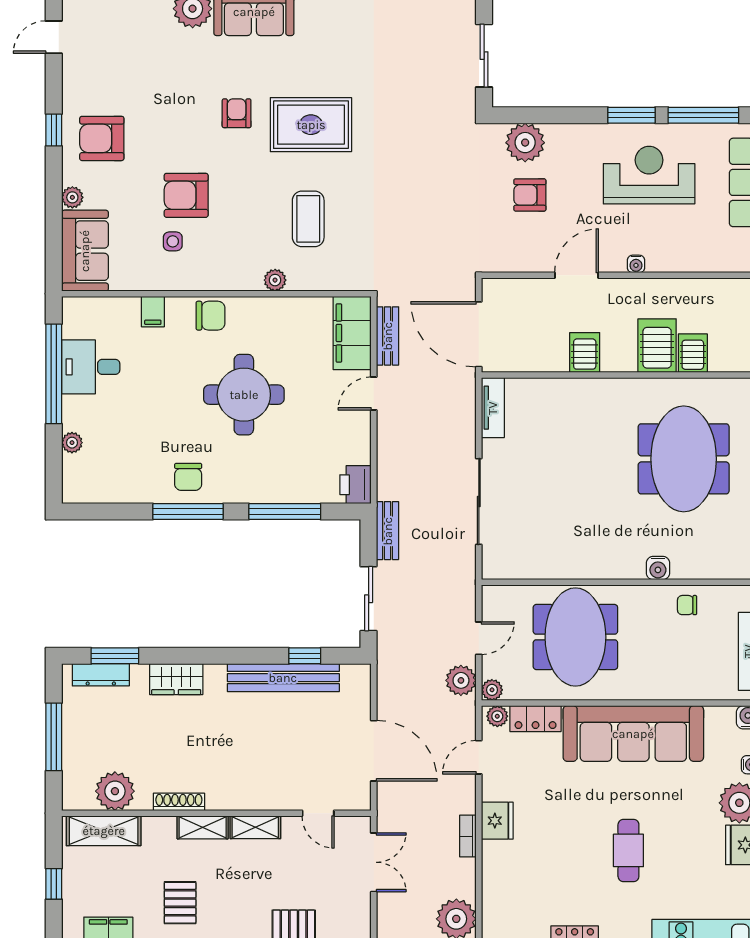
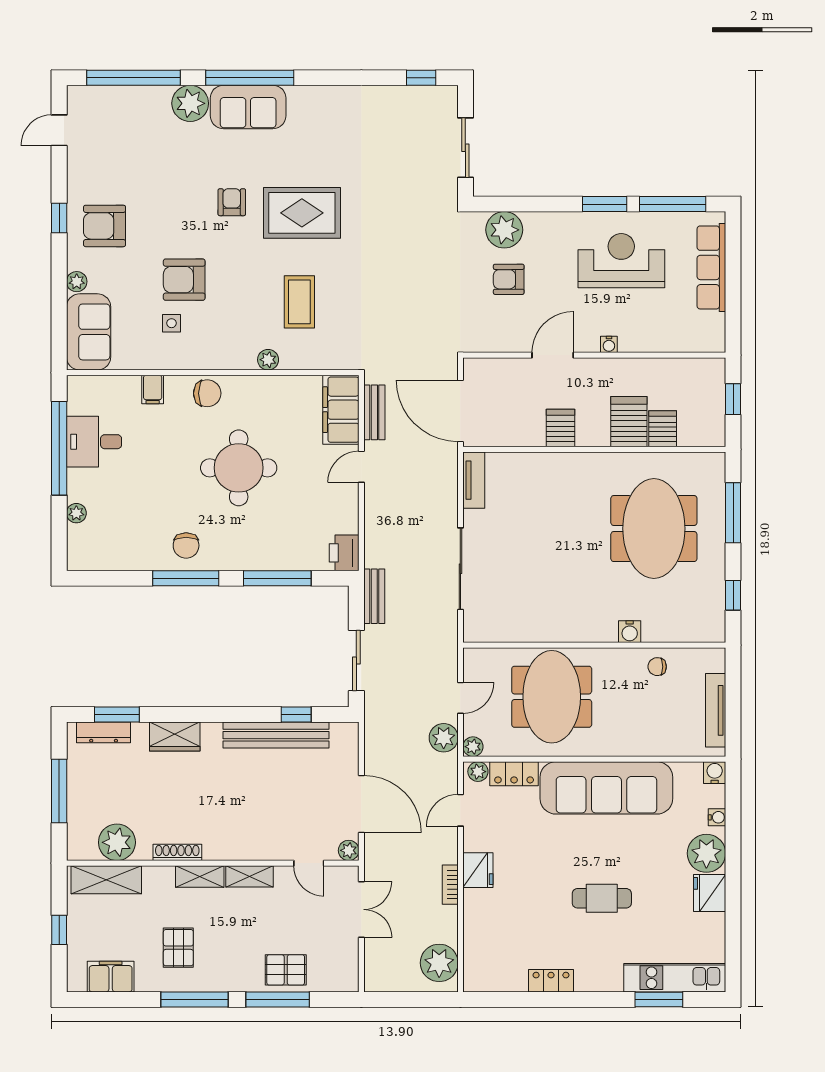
plant: (360, 800) -> (349, 850), added
cafe table: (628, 850) -> (602, 898), turned 90

